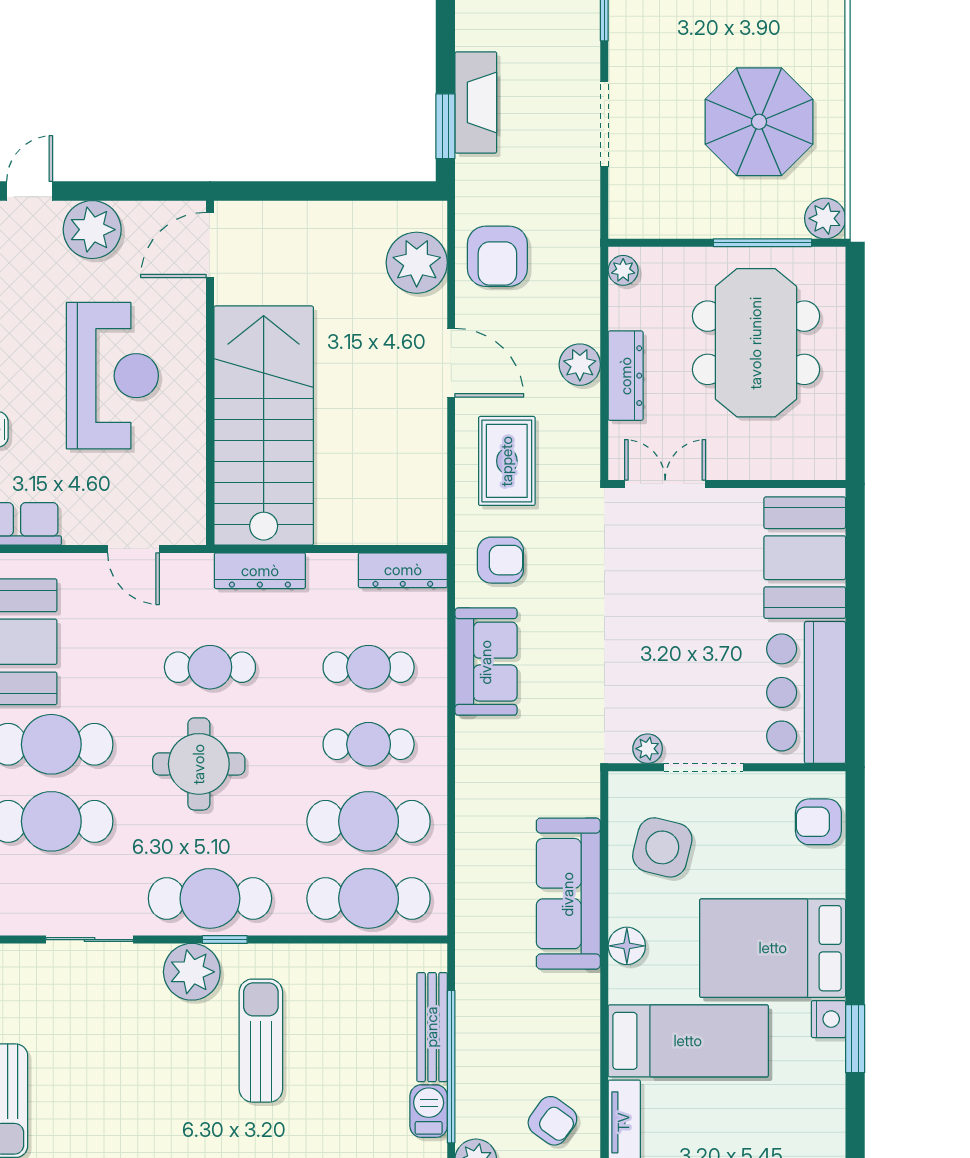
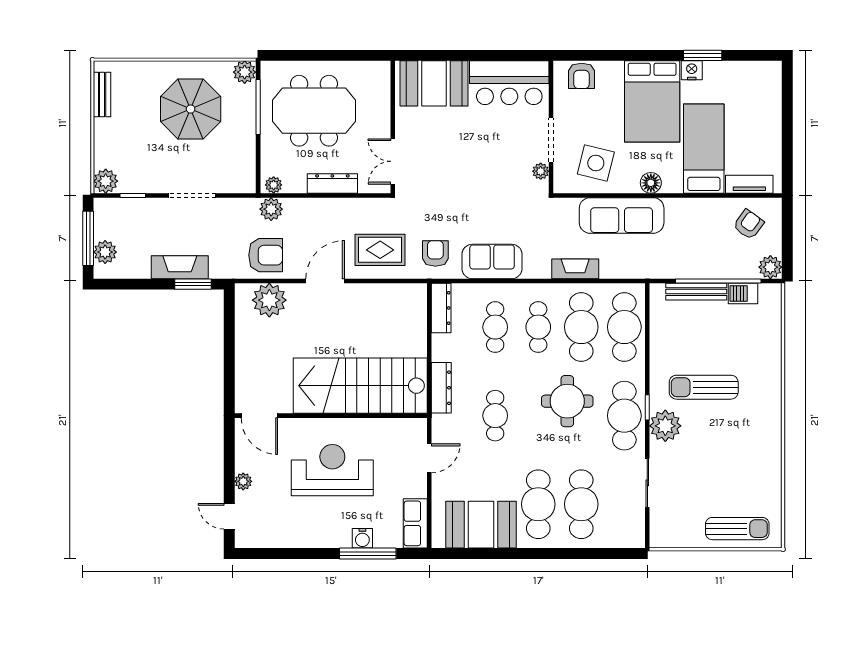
plant: (92, 230) -> (243, 481), width x0.53, depth x0.53
plant: (580, 365) -> (271, 209), moved
round table: (199, 764) -> (567, 401), moved
fireplace: (473, 811) -> (575, 269), added

